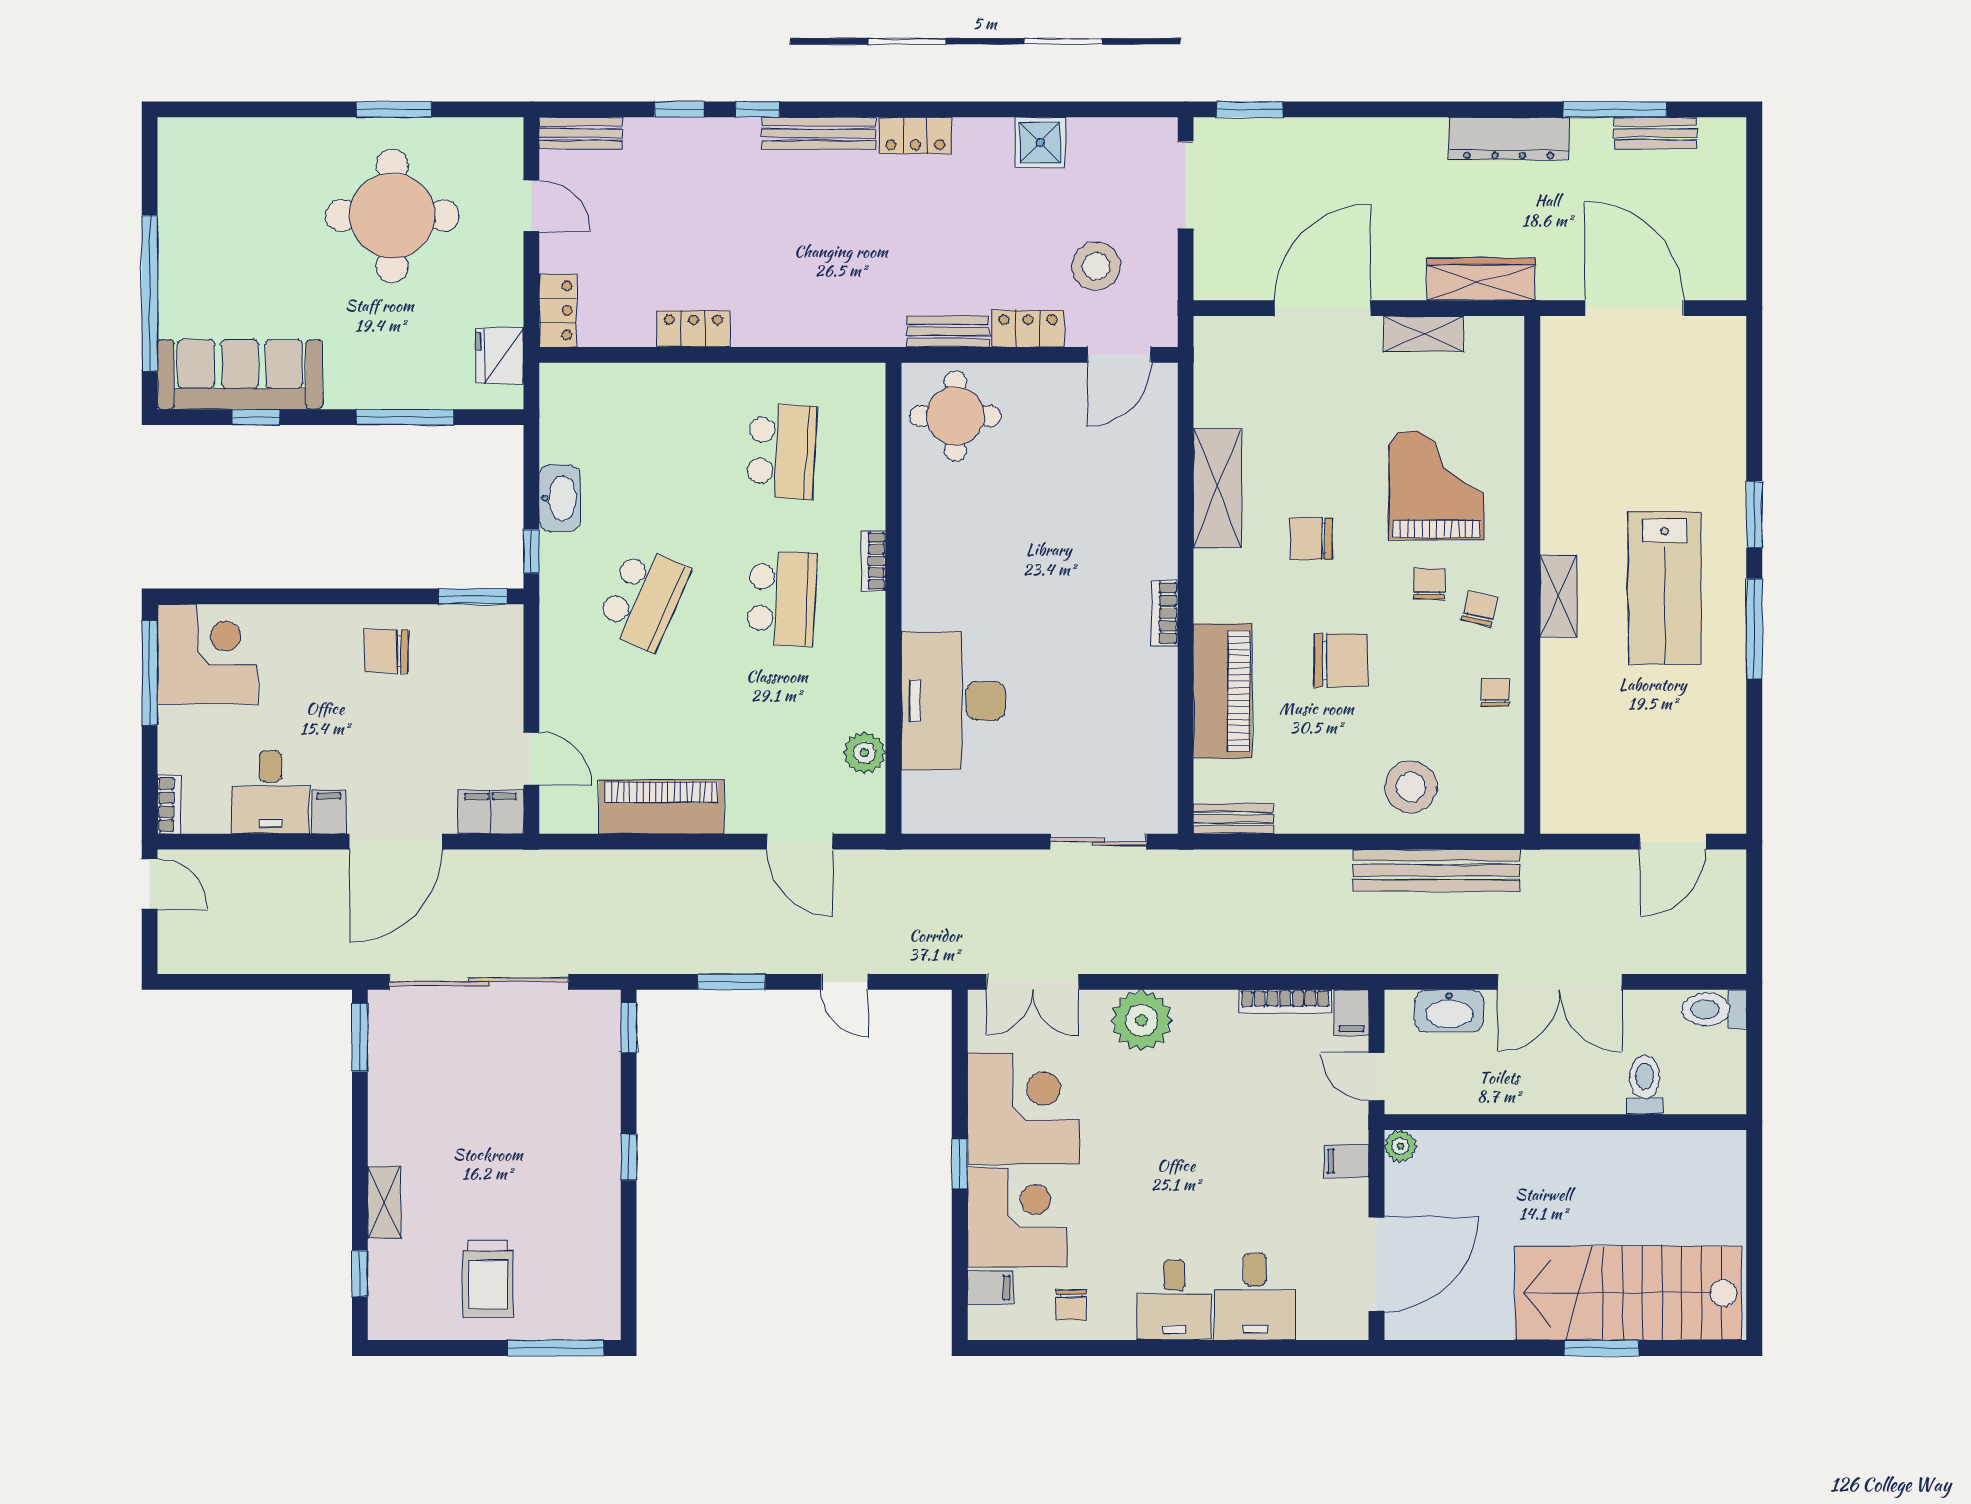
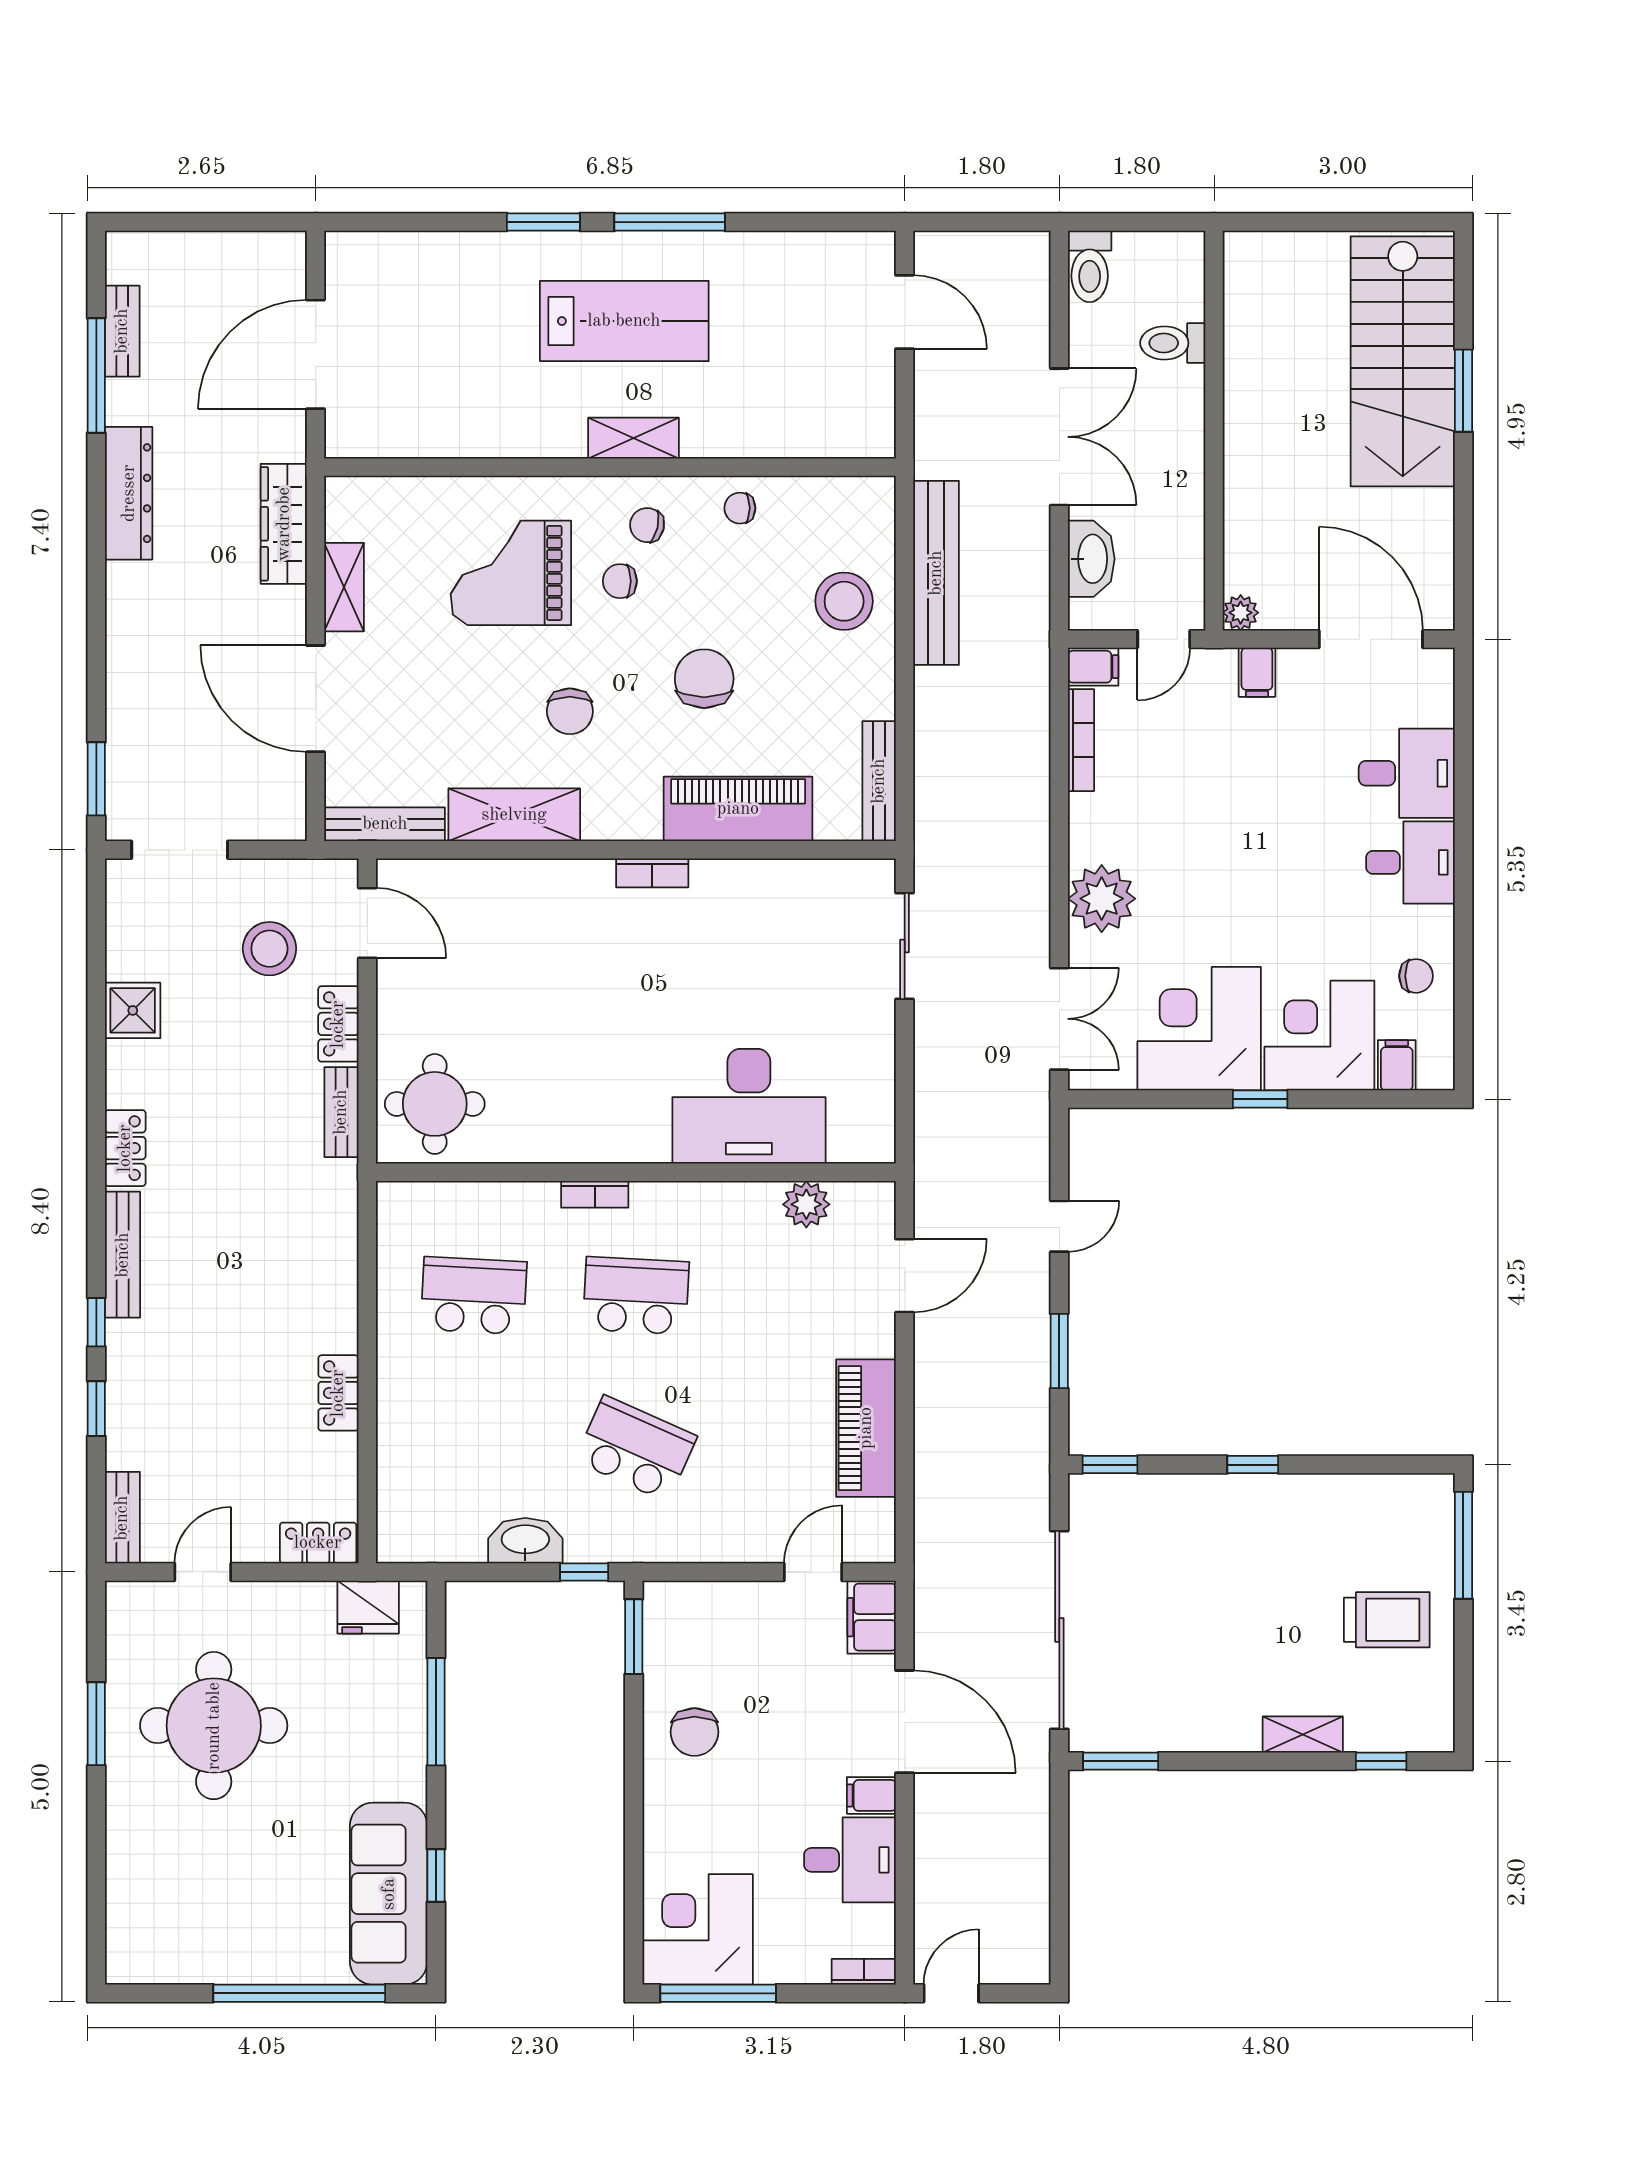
bench: (1209, 371) -> (385, 824), added
bench: (1233, 819) -> (879, 781), width x1.36

